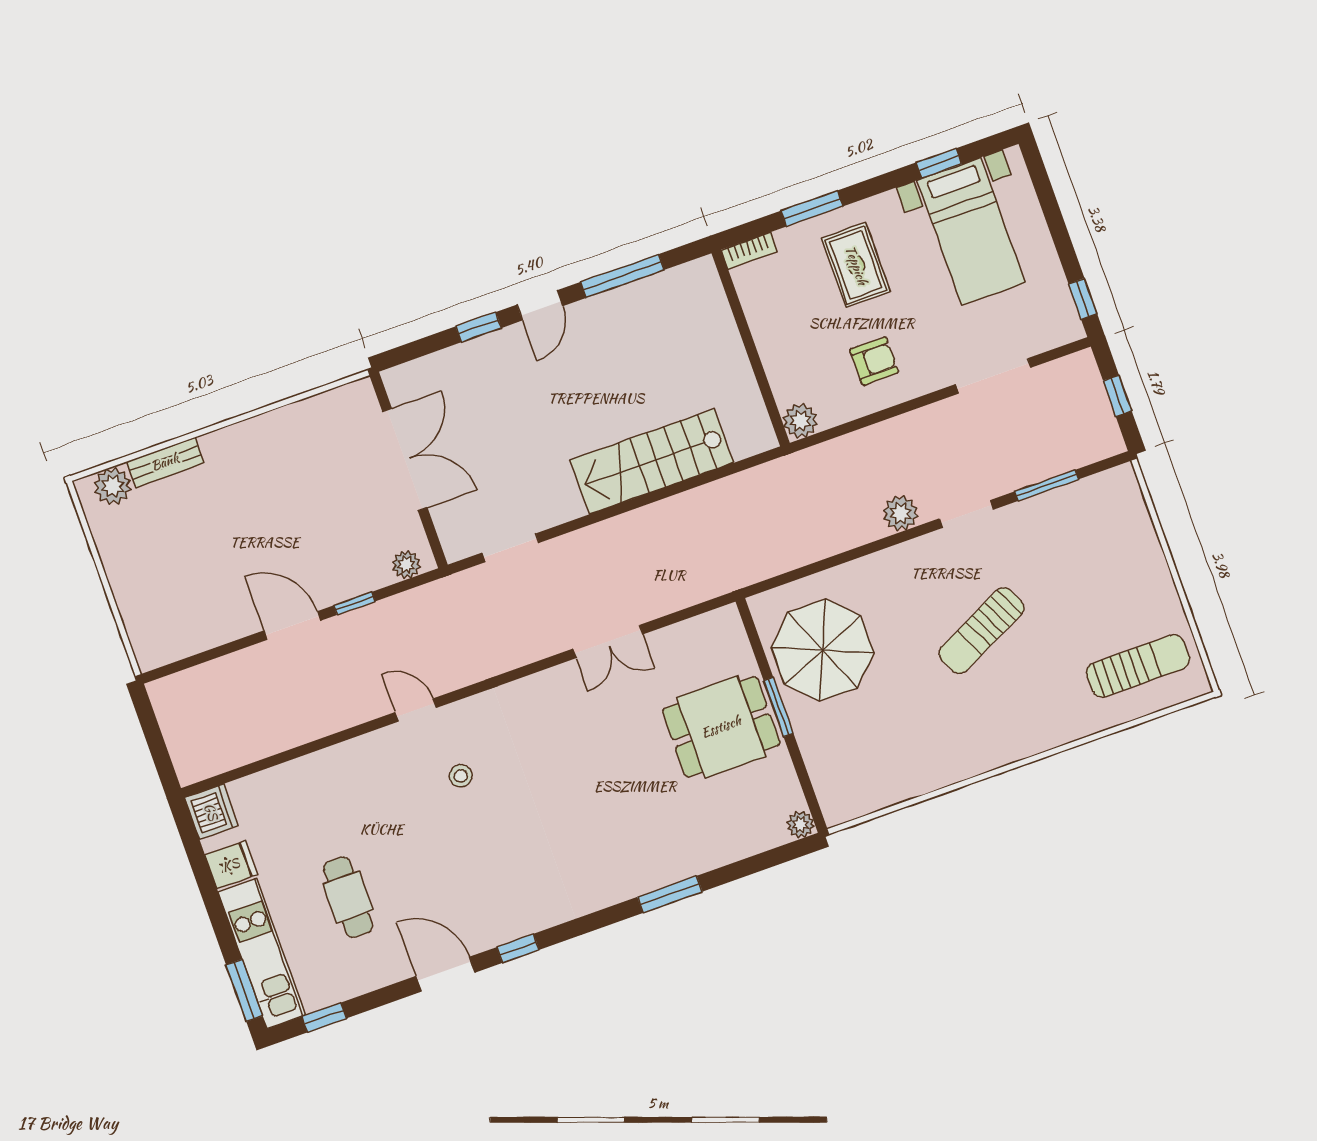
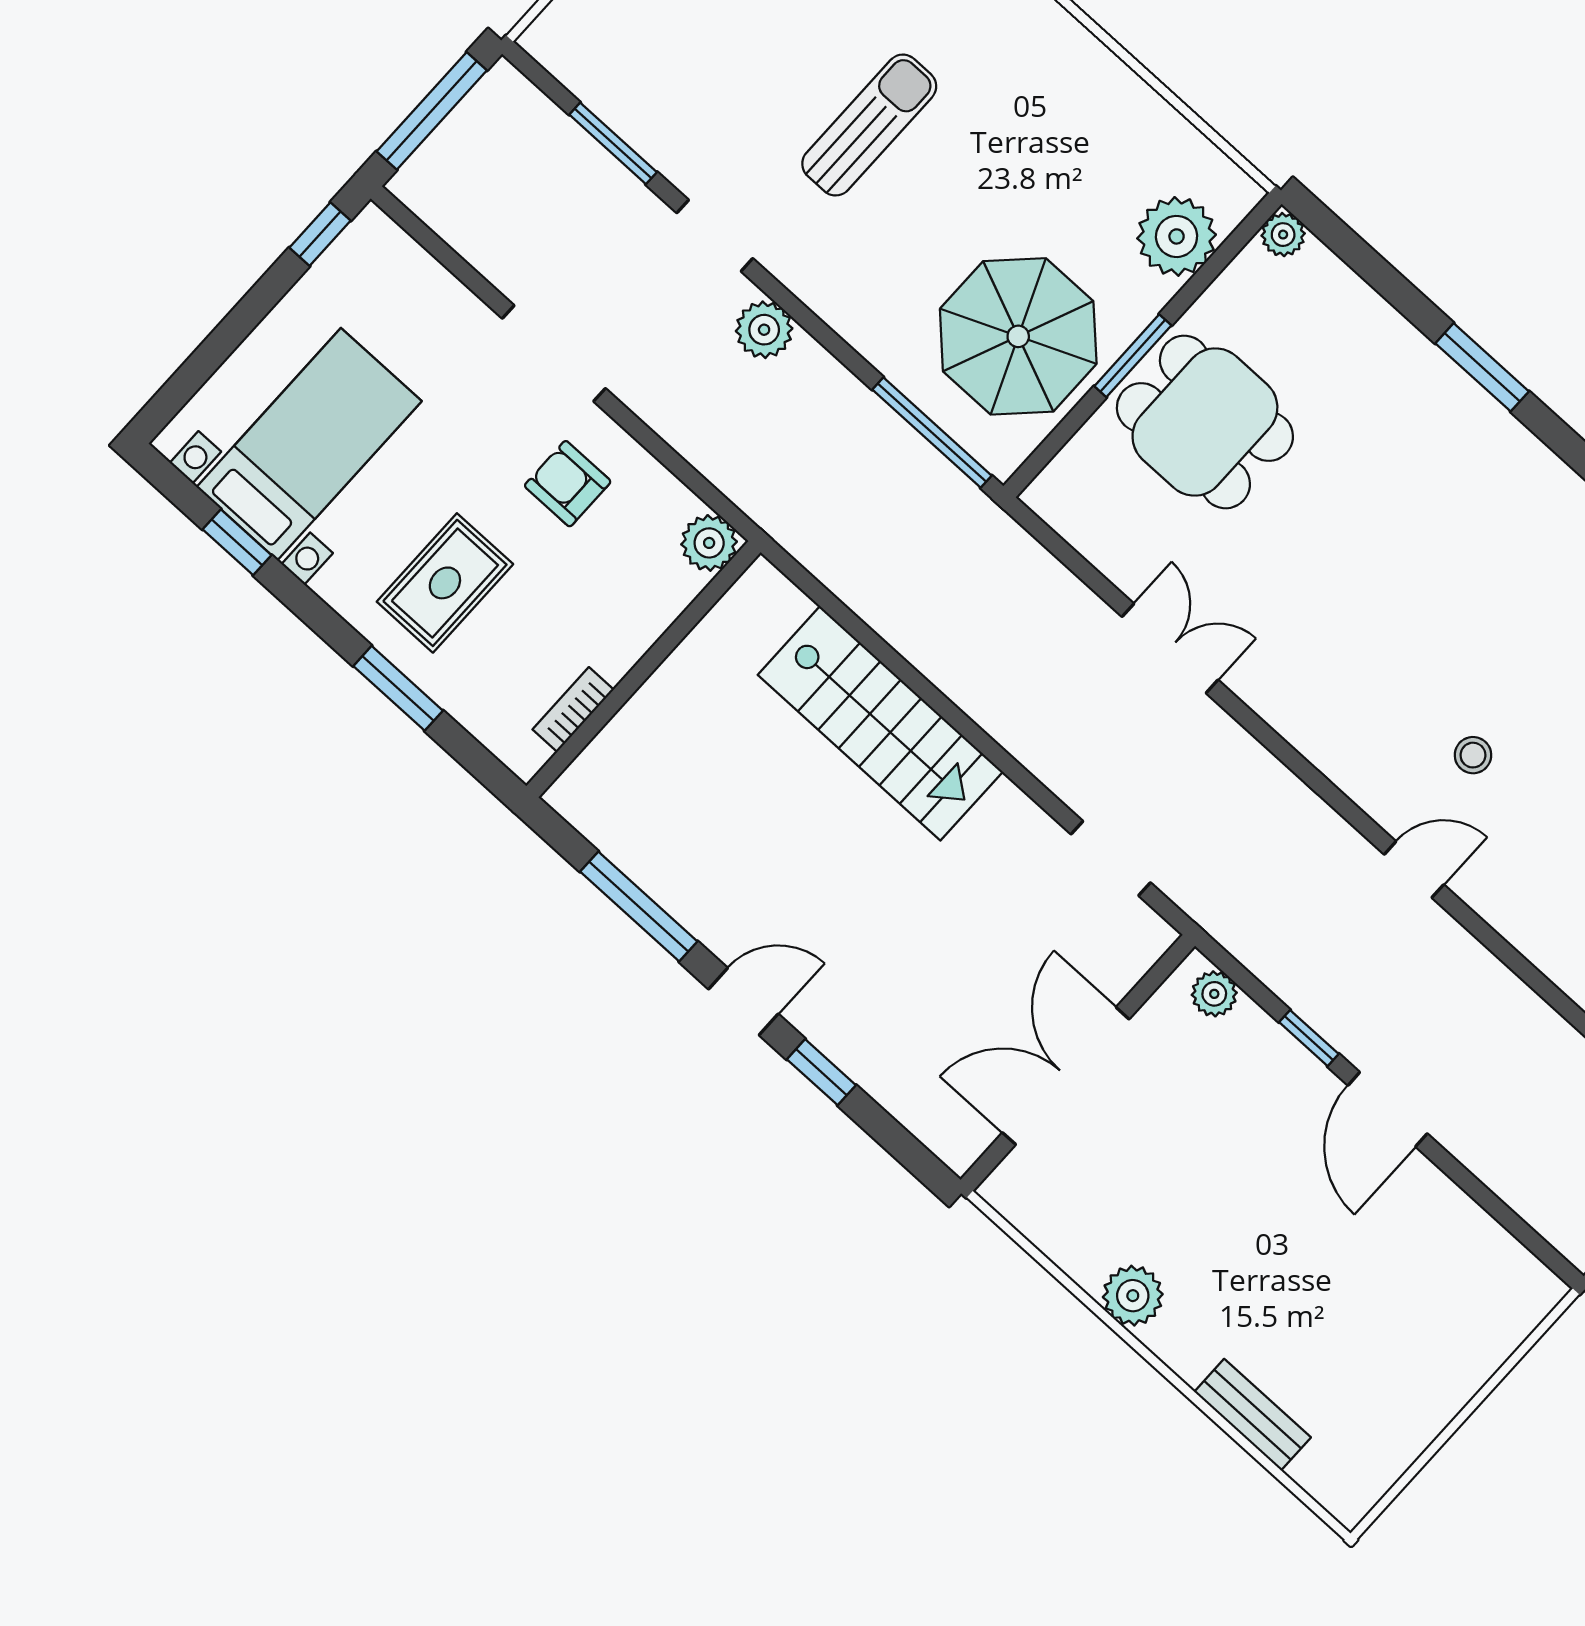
bookcase: (749, 251) -> (573, 709), moved, turned -90
doorway: (993, 376) -> (554, 353), moved
window: (1117, 396) -> (432, 111), width x2.17
plant: (113, 486) -> (1133, 1296), moved
window: (795, 575) -> (932, 433), added
sun lounger: (982, 631) -> (869, 125), turned -64
door: (416, 710) -> (1414, 869), swing flipped
plant: (831, 766) -> (1177, 236), added

